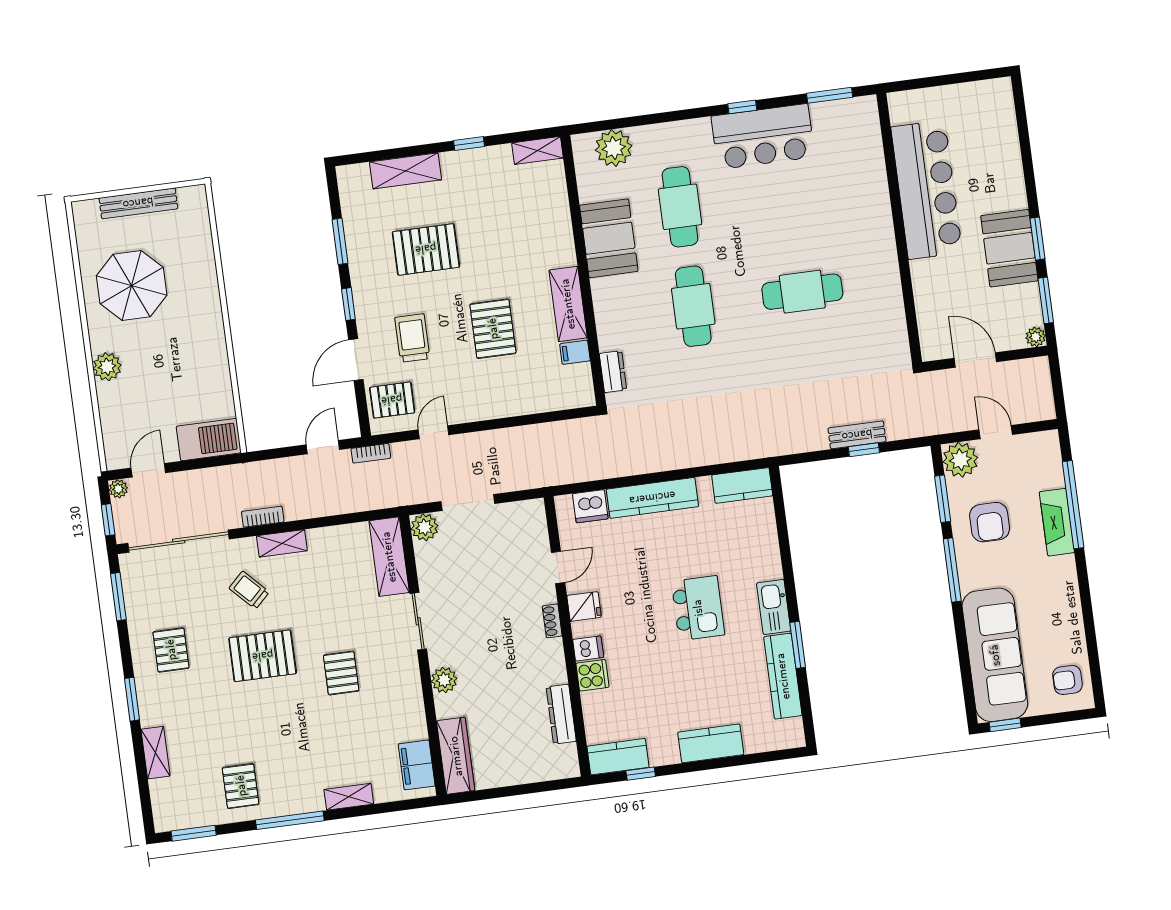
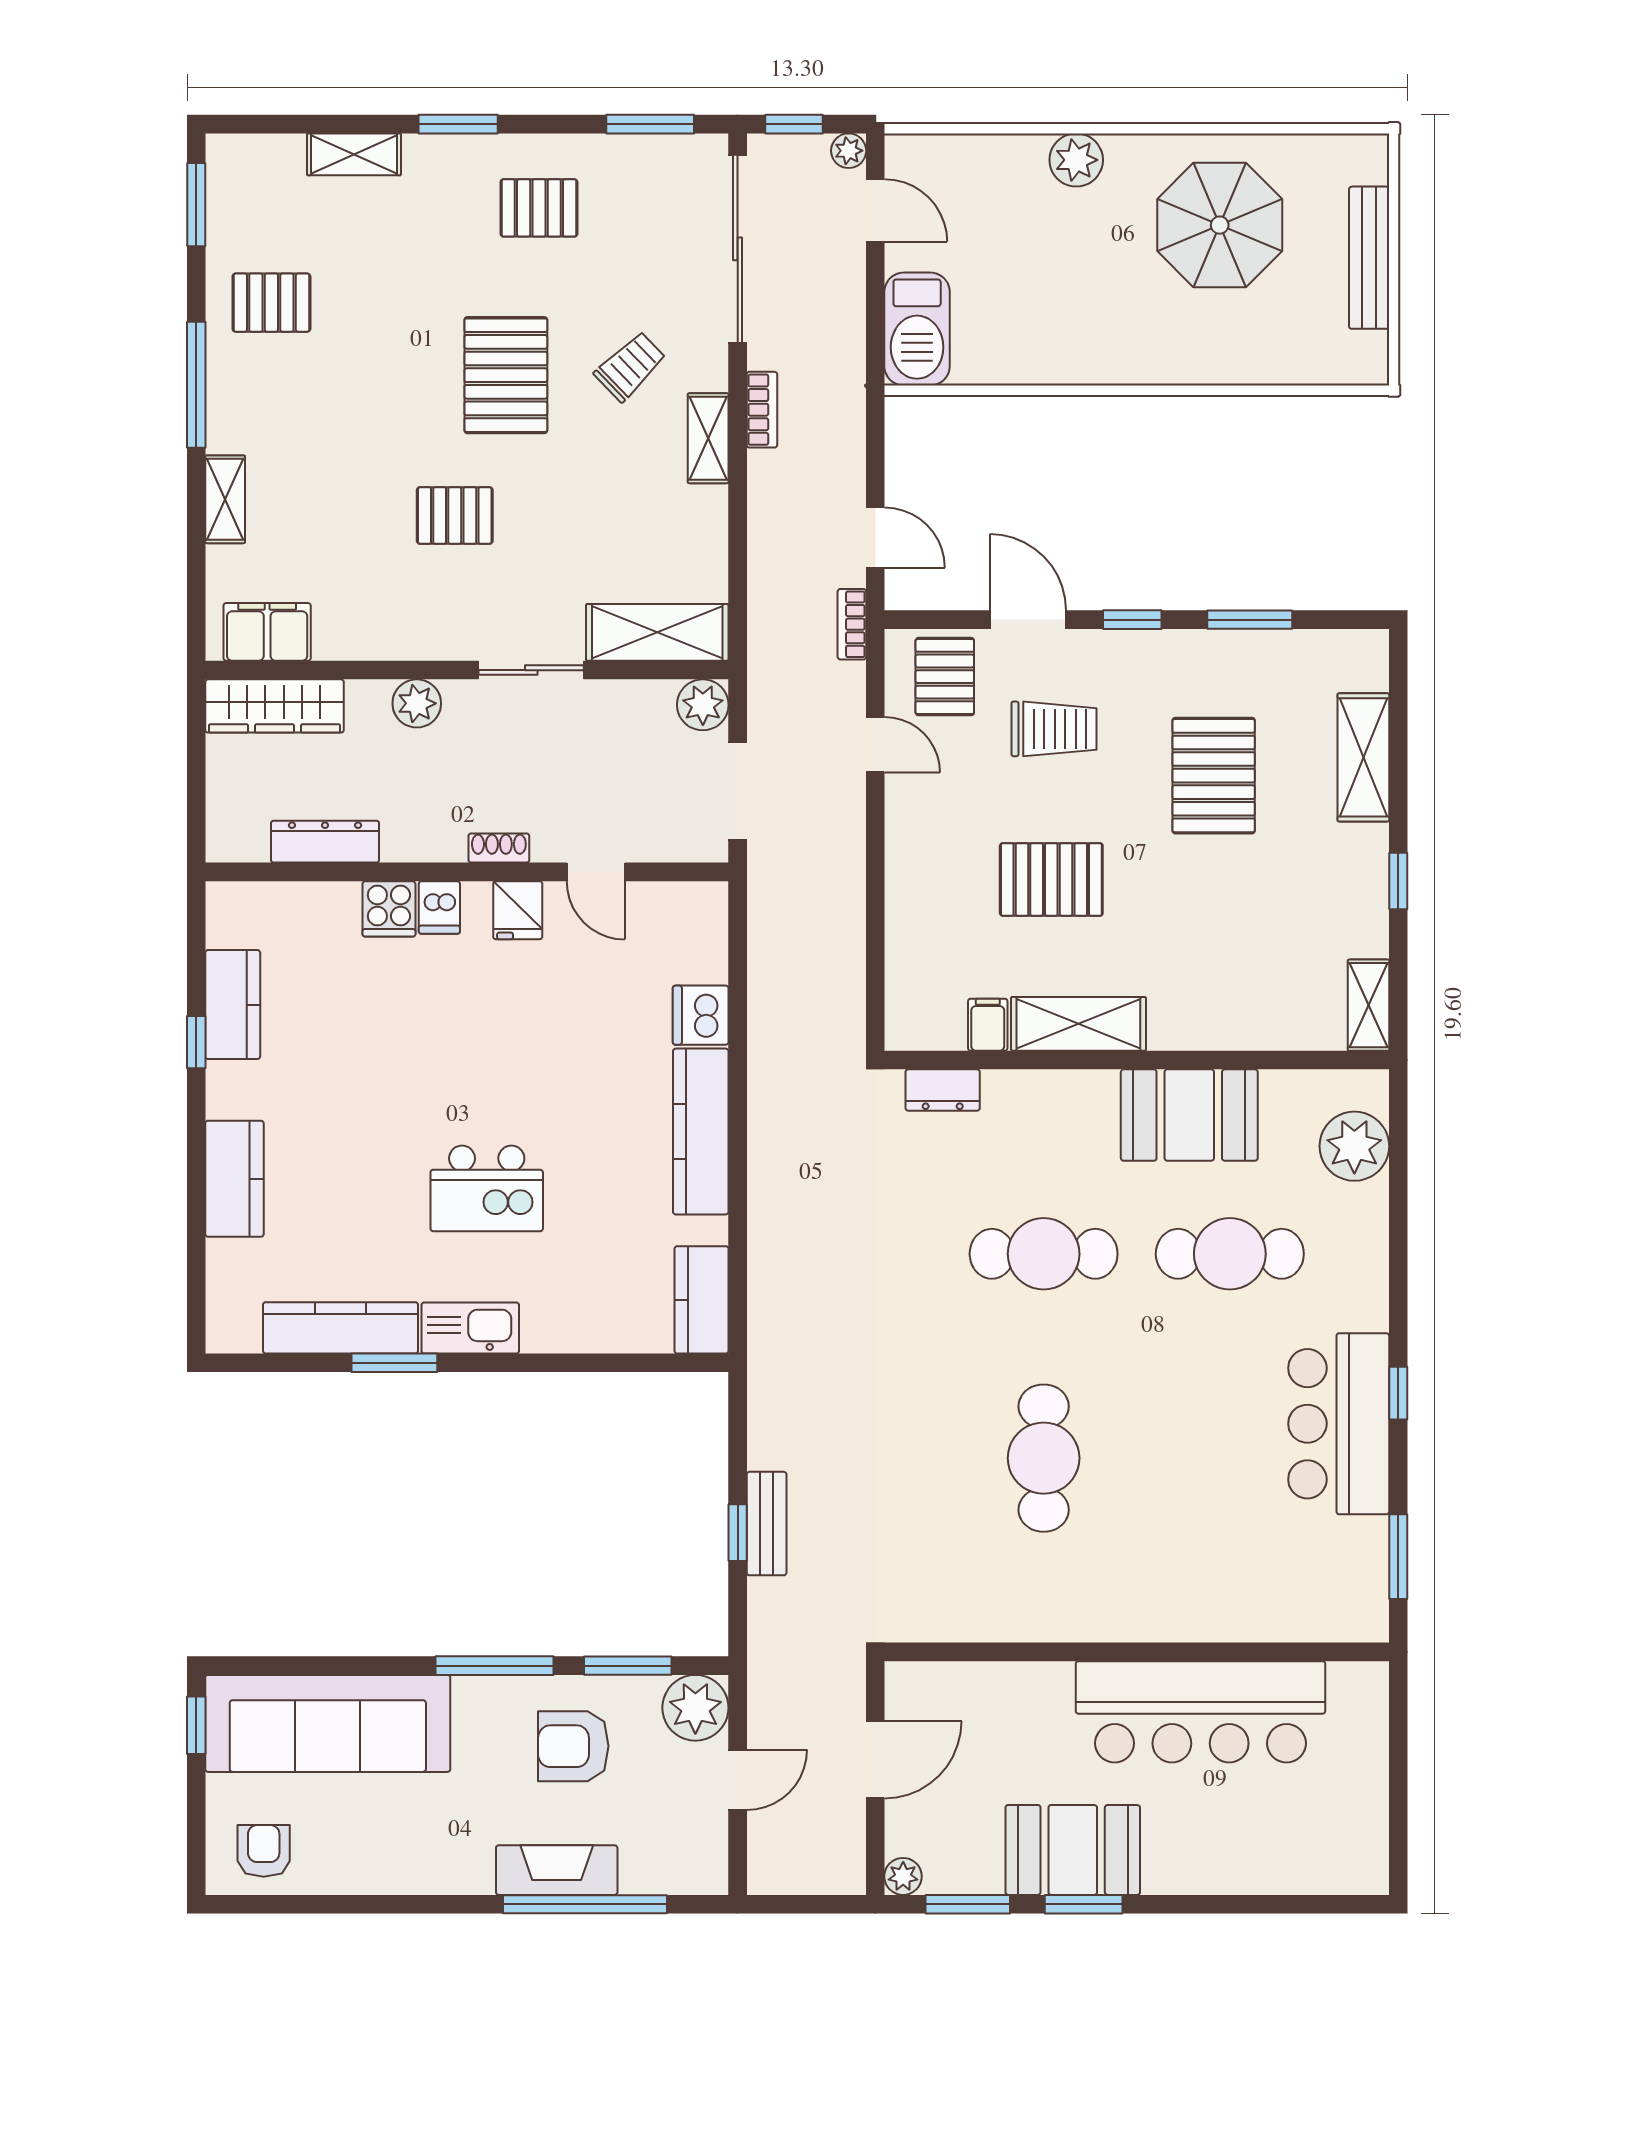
door: (558, 567) -> (596, 872), moved
fridge: (584, 606) -> (518, 910), moved
shoe rack: (552, 621) -> (499, 848), moved
wall: (567, 636) -> (467, 872), moved
dishwasher: (588, 648) -> (439, 907), moved
cooker: (592, 675) -> (389, 909), moved
dresser: (561, 714) -> (325, 842), moved

